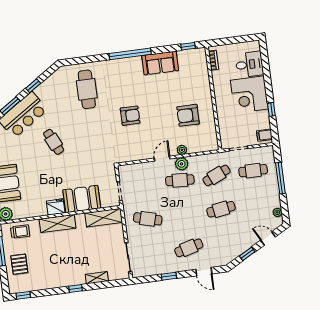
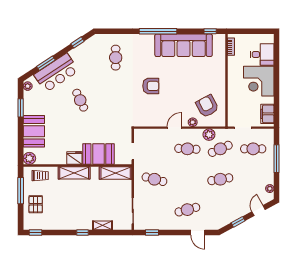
sofa: (160, 63) -> (184, 45), width x1.85, depth x1.27
window: (33, 86) -> (77, 42), moved
cafe table: (87, 89) -> (116, 58), width x0.73, depth x0.74
window: (271, 109) -> (276, 97), removed
armchair: (188, 115) -> (207, 106), moved, turned 62
filing cabinet: (264, 135) -> (267, 114), width x2.00
plant: (182, 164) -> (209, 135), moved
door: (268, 238) -> (259, 211), hinge flipped
window: (169, 276) -> (152, 232), moved

